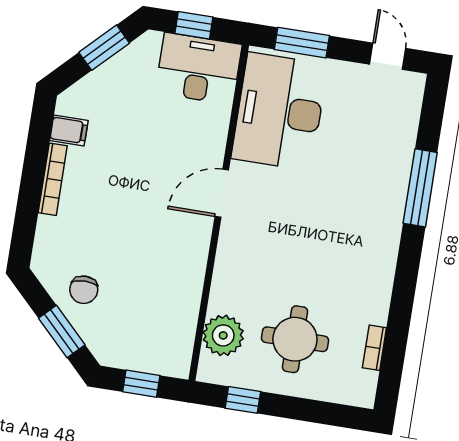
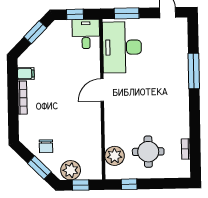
desk: (199, 69) -> (86, 34), width x0.73
plant: (126, 349) -> (71, 170), added

